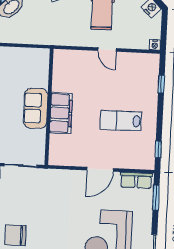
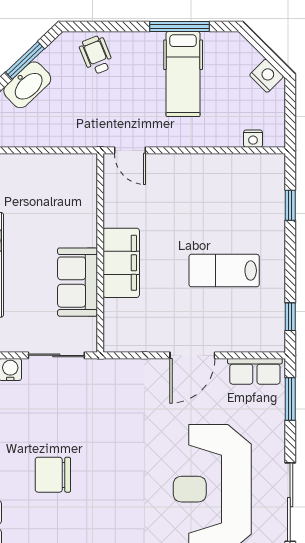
nightstand: (155, 45) -> (253, 139), moved
door: (107, 50) -> (130, 150), moved
sofa: (36, 108) -> (78, 282), moved

